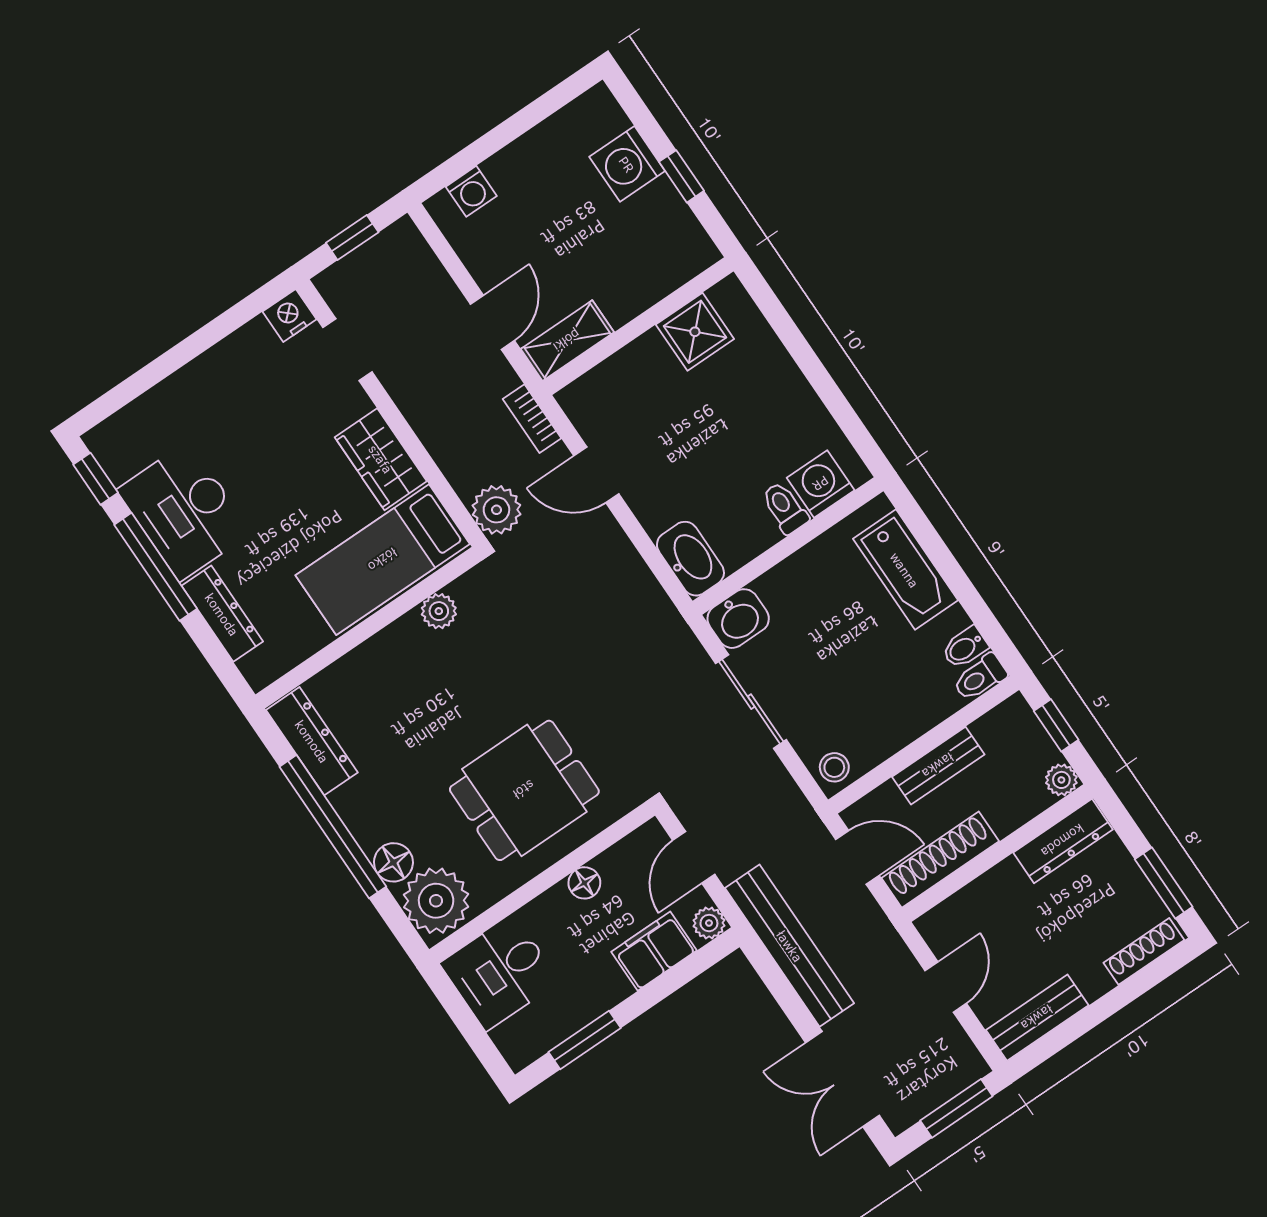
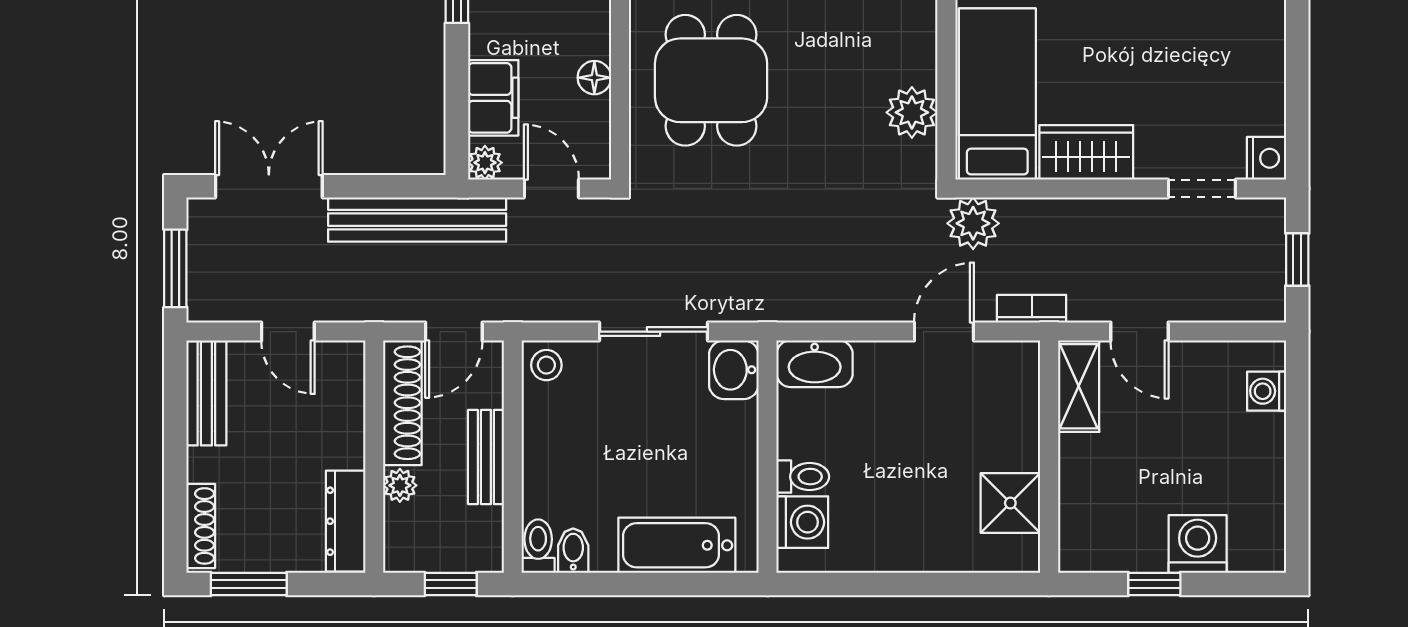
plant: (439, 611) -> (912, 112), width x1.38, depth x1.38
plant: (1061, 780) -> (400, 485), moved

